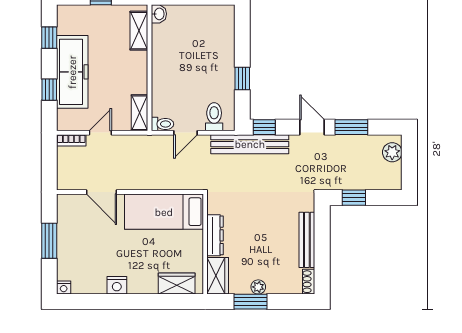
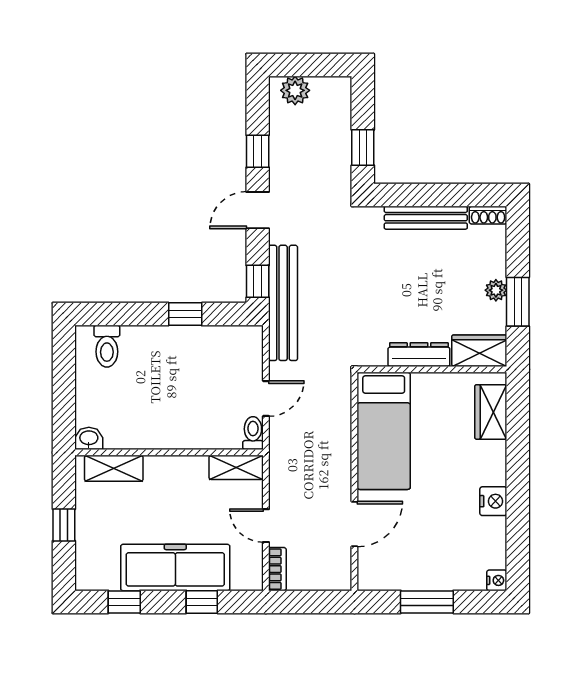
toilet: (214, 117) -> (107, 346), moved, turned -90
window: (351, 127) -> (258, 151), width x0.67
door: (186, 133) -> (266, 399), hinge flipped

